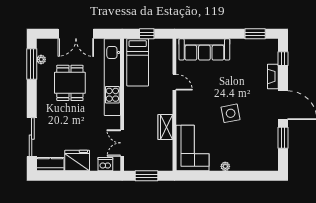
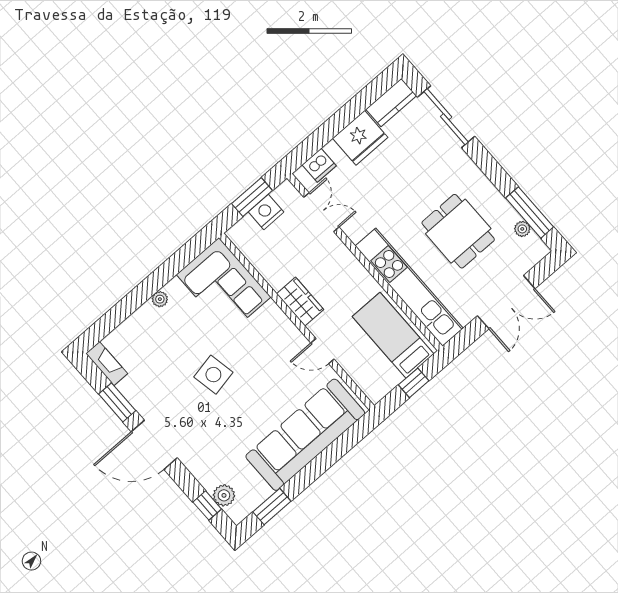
double door: (76, 34) -> (506, 302), swing flipped
sofa: (204, 49) -> (305, 435), width x1.36, depth x1.27
plant: (272, 57) -> (224, 495), added
fireplace: (273, 76) -> (107, 364), moved
wardrobe: (165, 127) -> (300, 302), moved
nightstand: (146, 164) -> (266, 212), added

